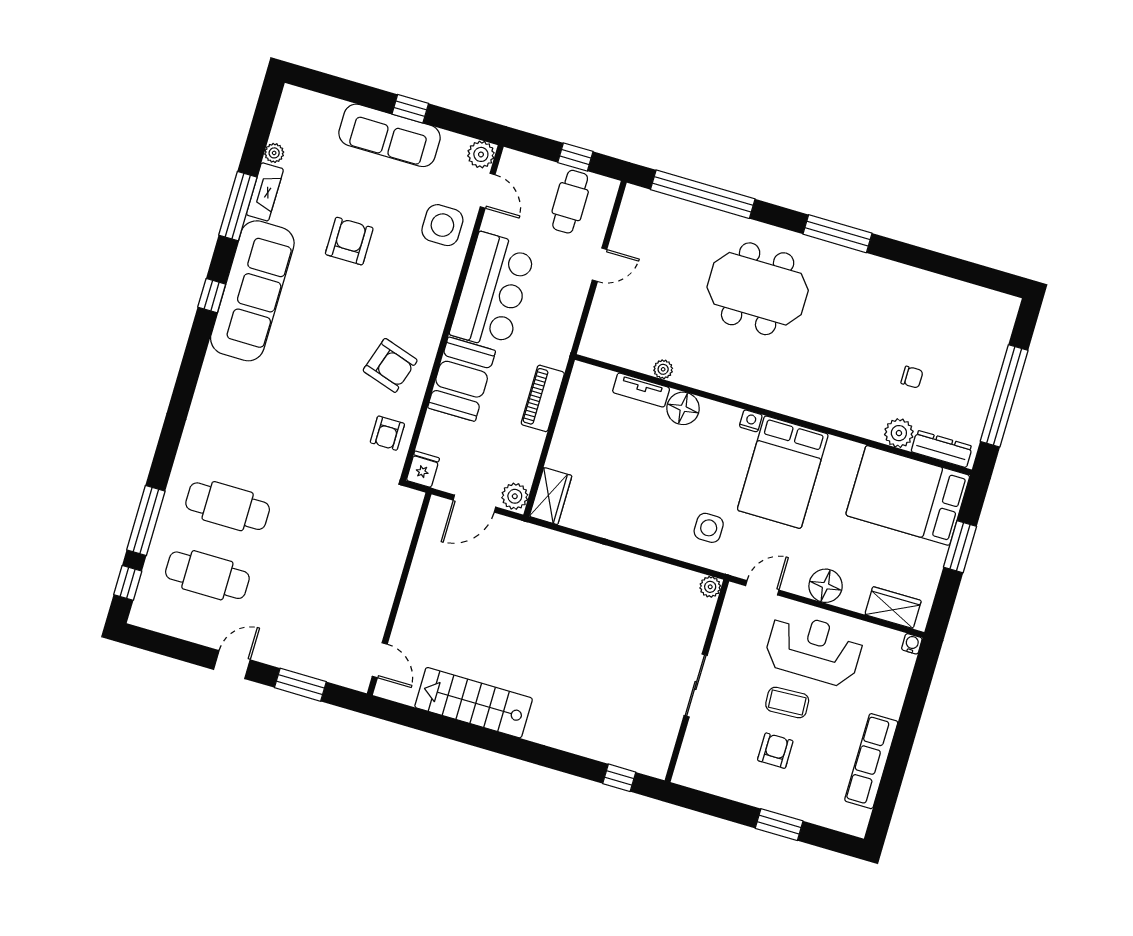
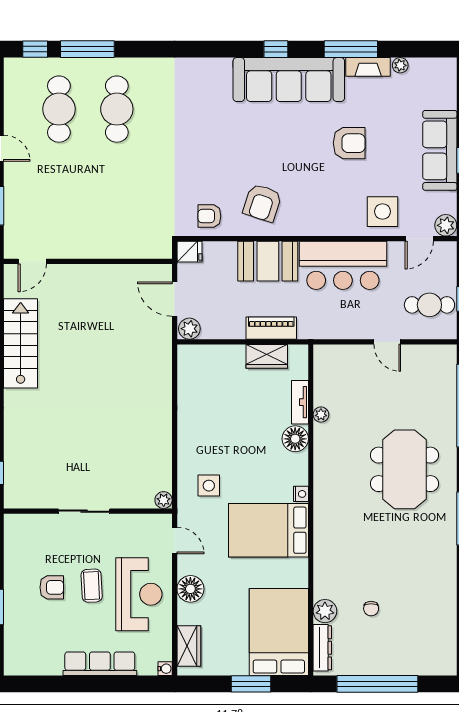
wardrobe: (551, 496) -> (267, 356), moved
row of seats: (871, 761) -> (100, 664), moved

